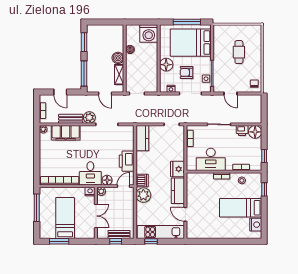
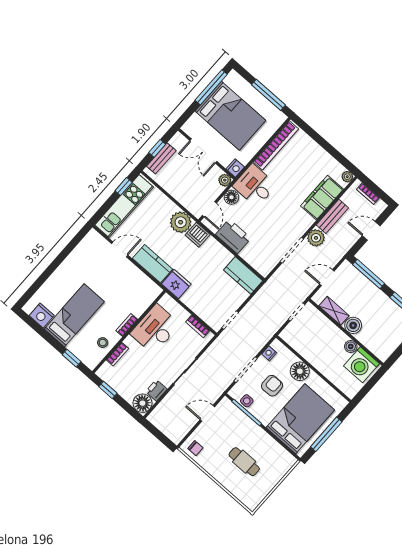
washing machine: (149, 33) -> (361, 365), moved, turned -90
bed: (65, 218) -> (230, 116), width x1.50
window: (59, 241) -> (211, 87), width x1.44

